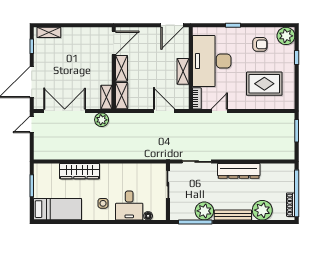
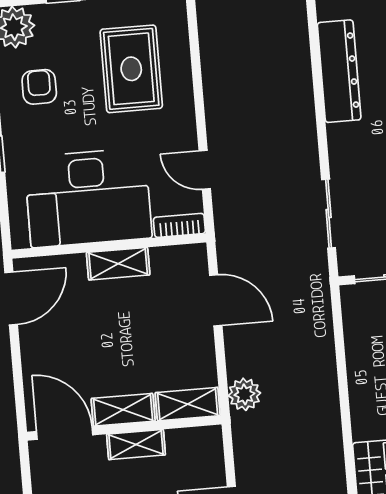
door: (172, 25) -> (11, 299), hinge flipped
shelving: (106, 97) -> (136, 445), moved
door: (164, 111) -> (216, 300), swing flipped
plant: (102, 120) -> (244, 394), moved
dresser: (239, 171) -> (339, 71), moved

